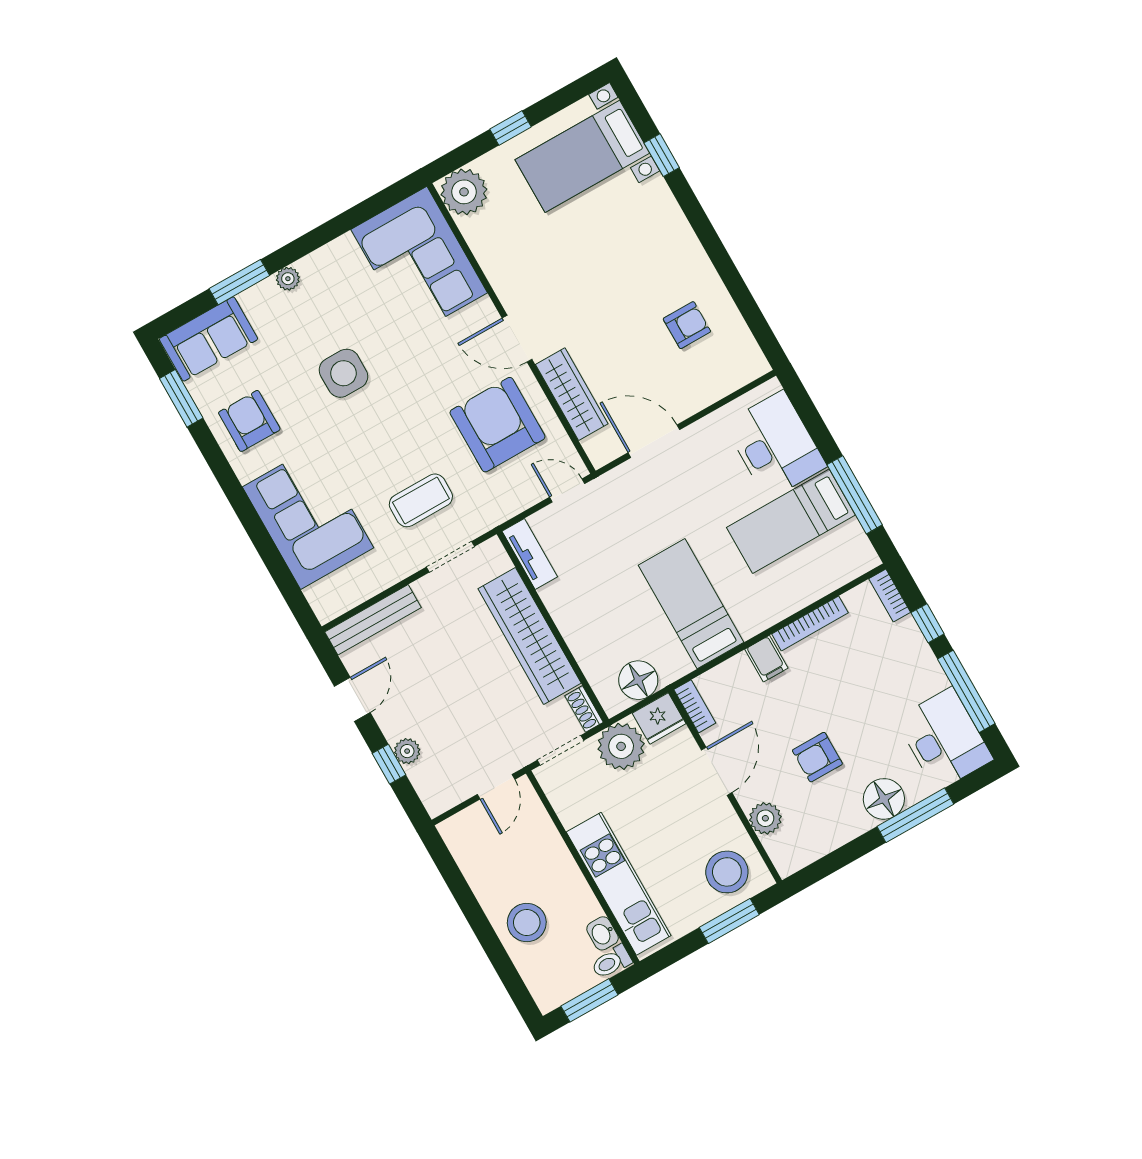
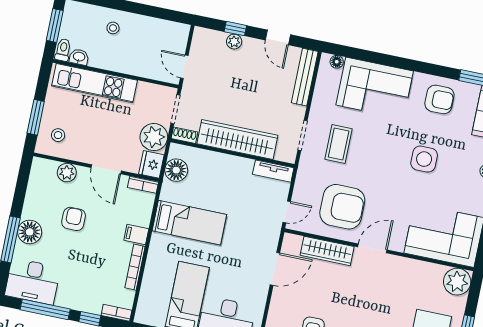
floor lamp: (317, 596) -> (337, 62), added
stool: (727, 872) -> (58, 135), width x0.53, depth x0.53
stool: (527, 922) -> (113, 28), width x0.53, depth x0.53

